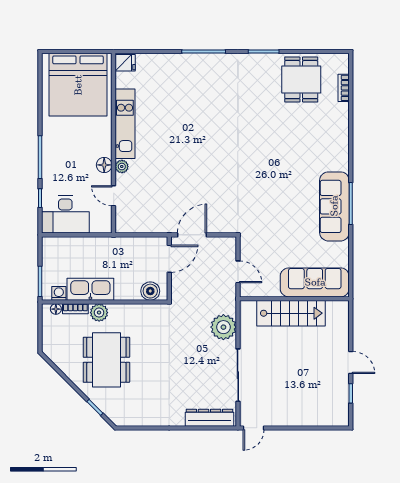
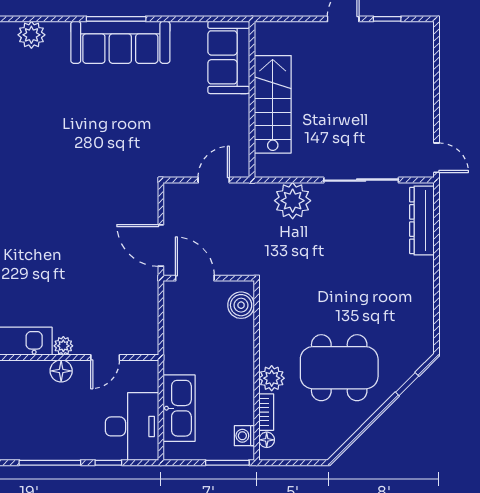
plant: (340, 144) -> (31, 35), added
sofa: (315, 282) -> (229, 57), width x0.73
kitchen sink: (90, 289) -> (179, 408), moved, turned 180

